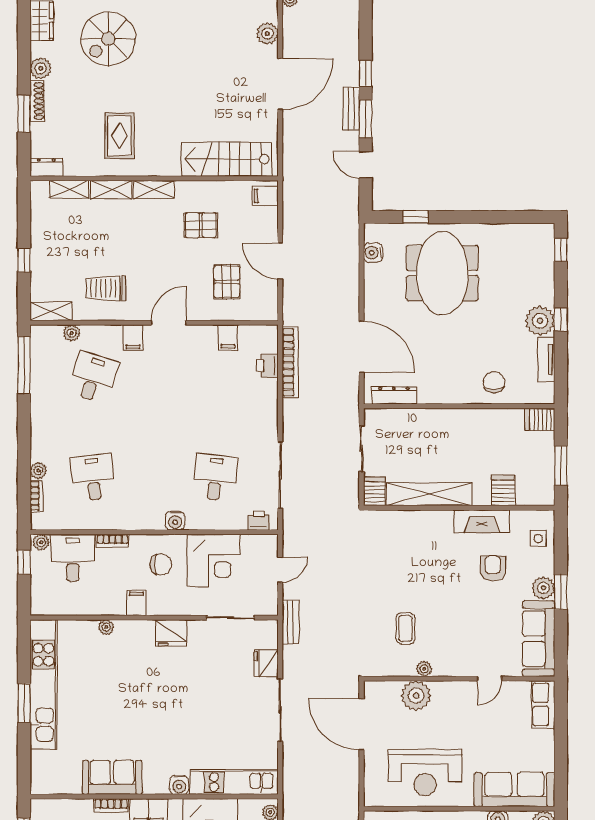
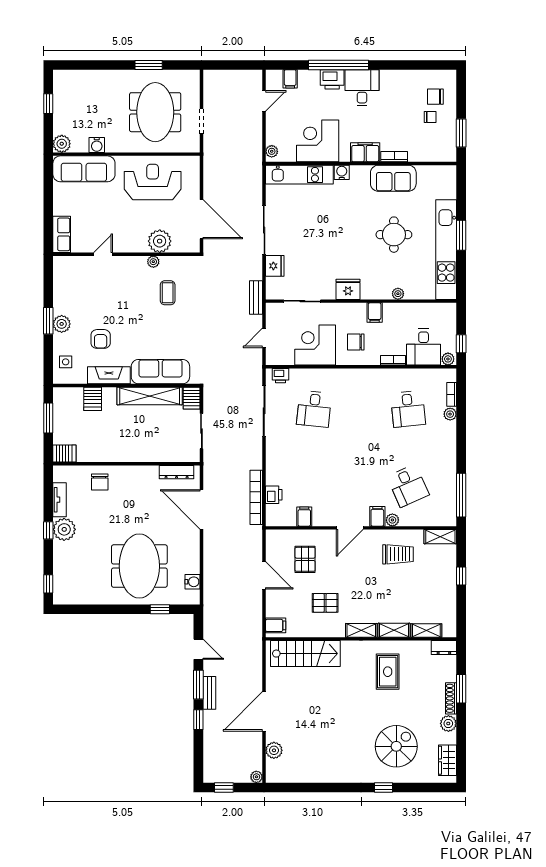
plant: (72, 333) -> (392, 520), moved
desk: (93, 377) -> (408, 486), turned -42
water cooler: (175, 521) -> (345, 376), removed
sofa: (539, 639) -> (160, 372), moved, turned -90
round table: (111, 704) -> (394, 235), added

